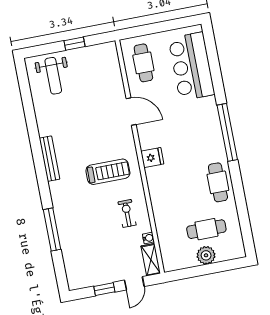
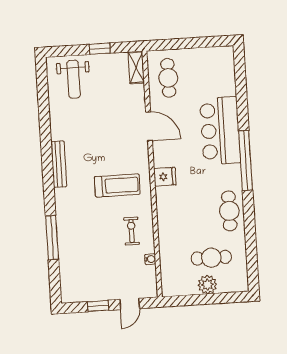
bar counter: (192, 66) -> (220, 131), moved
shelving: (151, 260) -> (136, 67), moved

